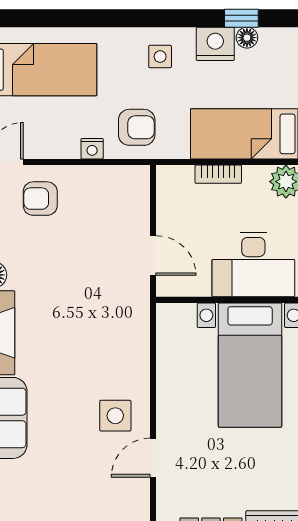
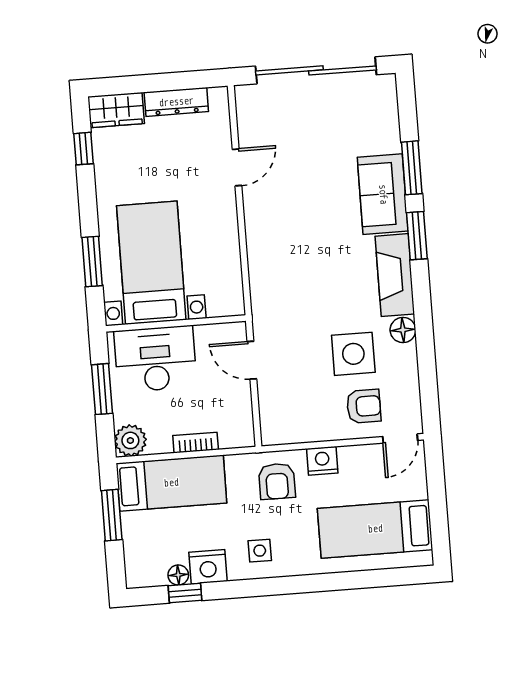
armchair: (137, 127) -> (277, 481), turned -90
nightstand: (92, 149) -> (322, 461), width x1.39, depth x1.35
side table: (115, 416) -> (353, 354), moved, width x1.37, depth x1.37

